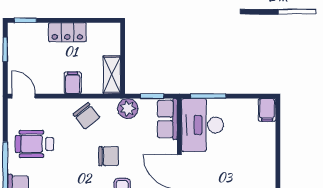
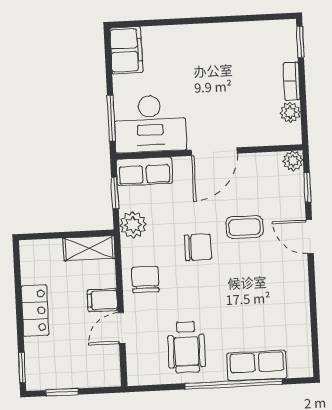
door: (24, 96) -> (121, 328), moved
filing cabinet: (267, 110) -> (126, 50), width x2.00
chair: (86, 116) -> (145, 280), turned -51
chair: (109, 156) -> (198, 247), turned 90

